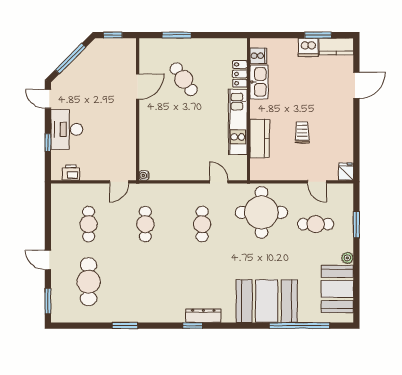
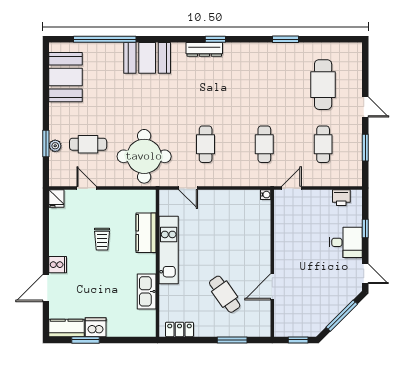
cooker: (258, 56) -> (58, 265), moved, turned 180
locker: (240, 74) -> (179, 329), moved, turned -90
desk: (67, 129) -> (346, 242), width x0.73
plant: (347, 258) -> (55, 146), moved
window: (48, 301) -> (365, 148), moved
booth: (267, 301) -> (147, 58), width x0.73, depth x0.70

